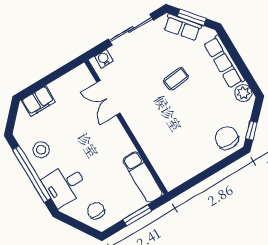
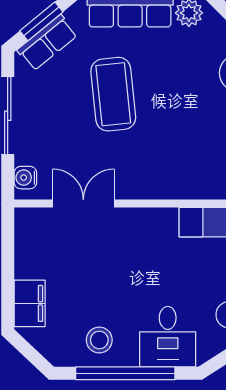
coffee table: (176, 79) -> (113, 94), width x1.86, depth x1.72
double door: (108, 98) -> (83, 204), swing flipped

